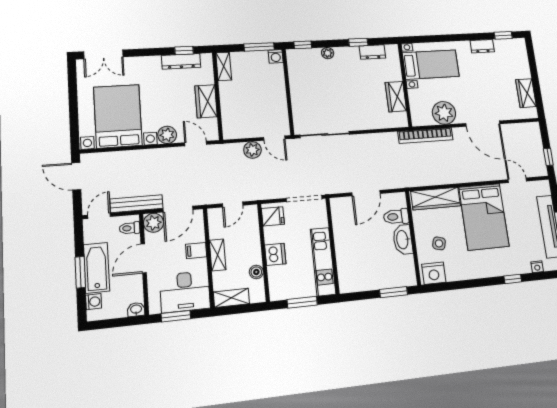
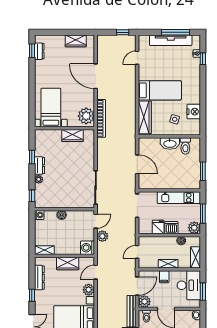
dresser: (482, 46) -> (39, 51), moved
window: (259, 47) -> (32, 225), removed
window: (184, 50) -> (32, 295), moved
dresser: (372, 52) -> (39, 166), moved
boiler: (279, 88) -> (62, 215), added
plant: (444, 113) -> (86, 116), moved
door: (483, 124) -> (96, 76), swing flipped
washing machine: (233, 129) -> (88, 248), added
door: (233, 204) -> (137, 252), swing flipped
door: (178, 209) -> (137, 286), hinge flipped
fridge: (273, 216) -> (158, 227), moved
toilet: (396, 217) -> (185, 146), moved
bed: (484, 217) -> (160, 90), width x0.67
nightstand: (434, 273) -> (194, 112), moved
window: (513, 279) -> (203, 59), moved
plant: (279, 291) -> (194, 228), added
window: (394, 292) -> (203, 171), moved

